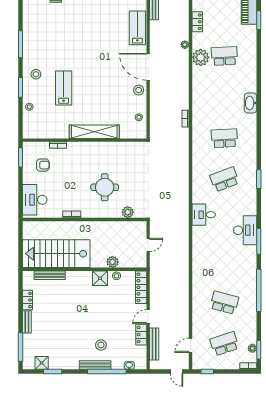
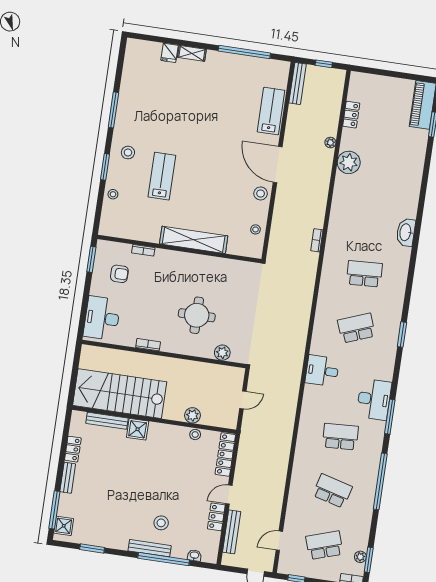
school desk: (224, 56) -> (340, 437), moved
shower: (100, 278) -> (138, 429), moved
shower: (42, 363) -> (64, 526), moved

